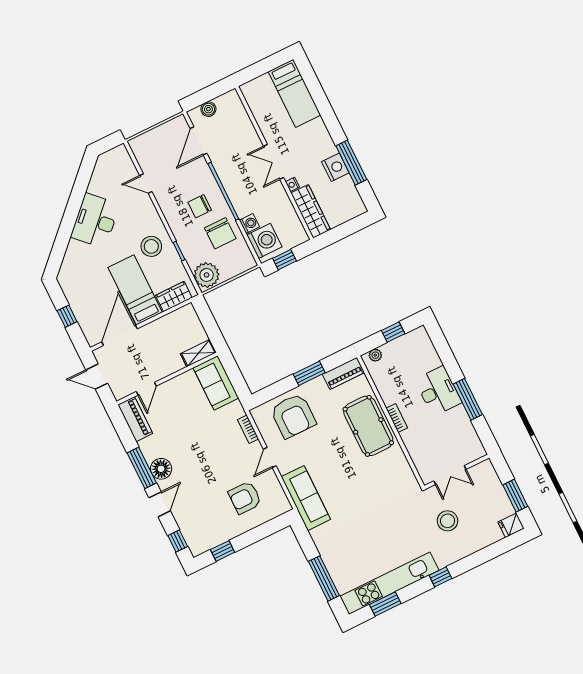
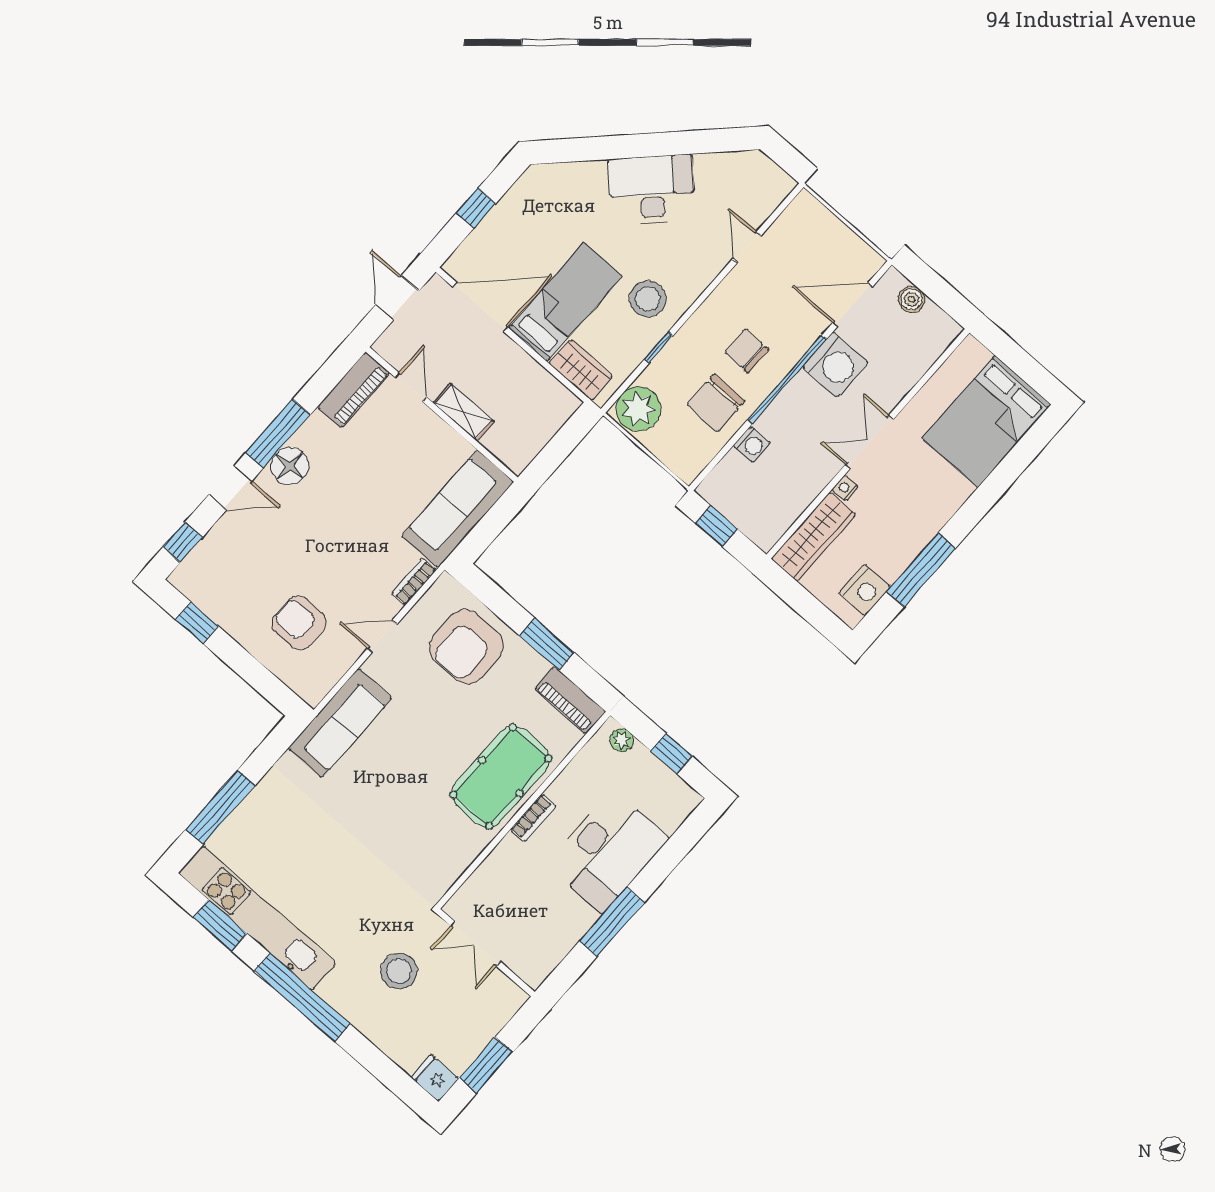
bed: (294, 93) -> (986, 421), width x1.50
nightstand: (335, 167) -> (865, 590), moved
washing machine: (264, 241) -> (835, 365), moved
shelving: (198, 353) -> (463, 412), moved
sofa: (216, 383) -> (458, 509), width x1.36
door: (146, 389) -> (411, 387), swing flipped
desk: (438, 391) -> (608, 851), width x1.36, depth x1.30
window: (440, 577) -> (302, 997), width x3.17

